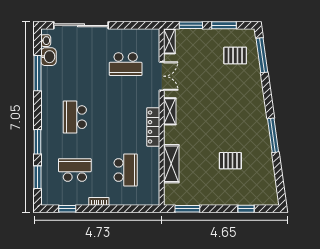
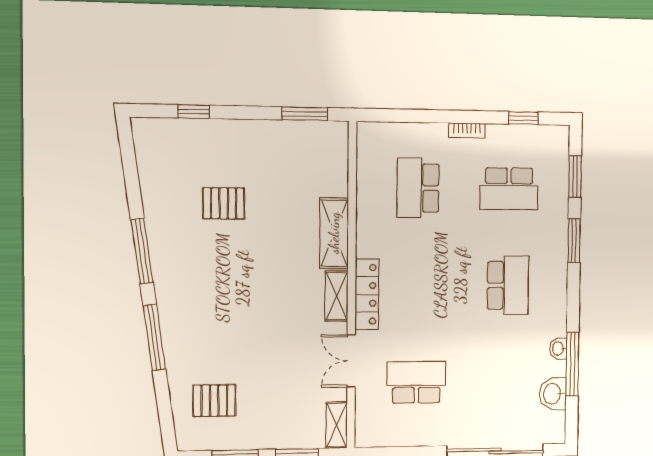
washbasin: (46, 41) -> (558, 349), moved
window: (262, 55) -> (154, 337), moved
locker: (153, 127) -> (367, 294), moved
shelving: (171, 164) -> (334, 233), moved

